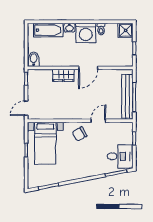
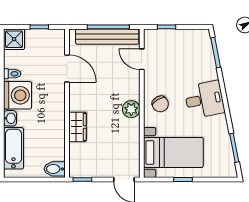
door: (88, 68) -> (67, 68), moved
plant: (76, 113) -> (131, 109), added
door: (98, 121) -> (142, 59), moved
desk: (120, 156) -> (204, 100), moved, turned 79

